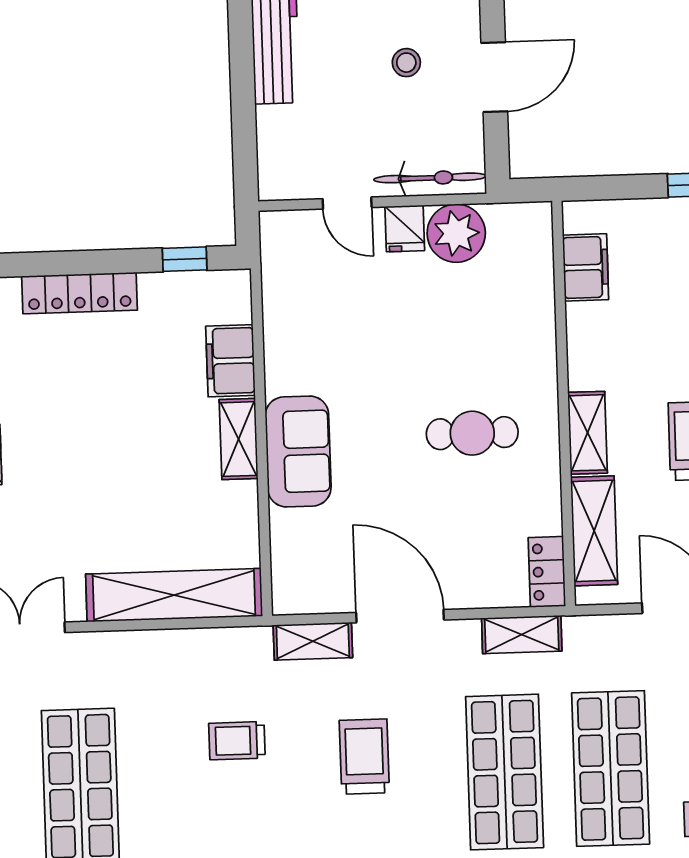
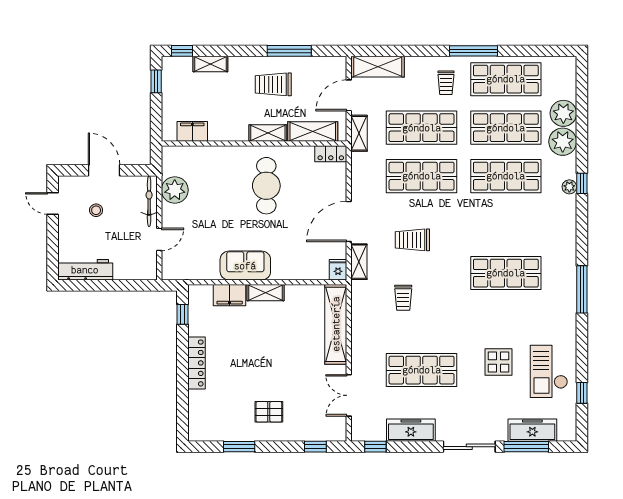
fridge: (405, 229) -> (338, 270), moved, turned -90
cafe table: (472, 433) -> (266, 186), width x1.37, depth x1.35
sofa: (298, 452) -> (245, 266), moved
shelving: (522, 635) -> (359, 133), moved

